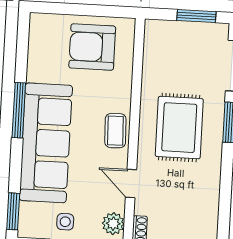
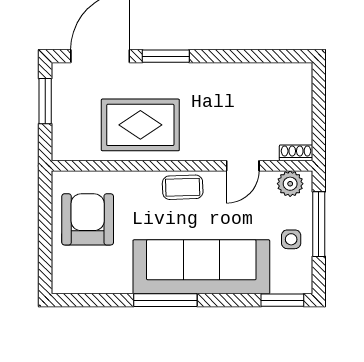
armchair: (92, 47) -> (88, 219), turned 180
rug: (179, 128) -> (140, 125), moved

